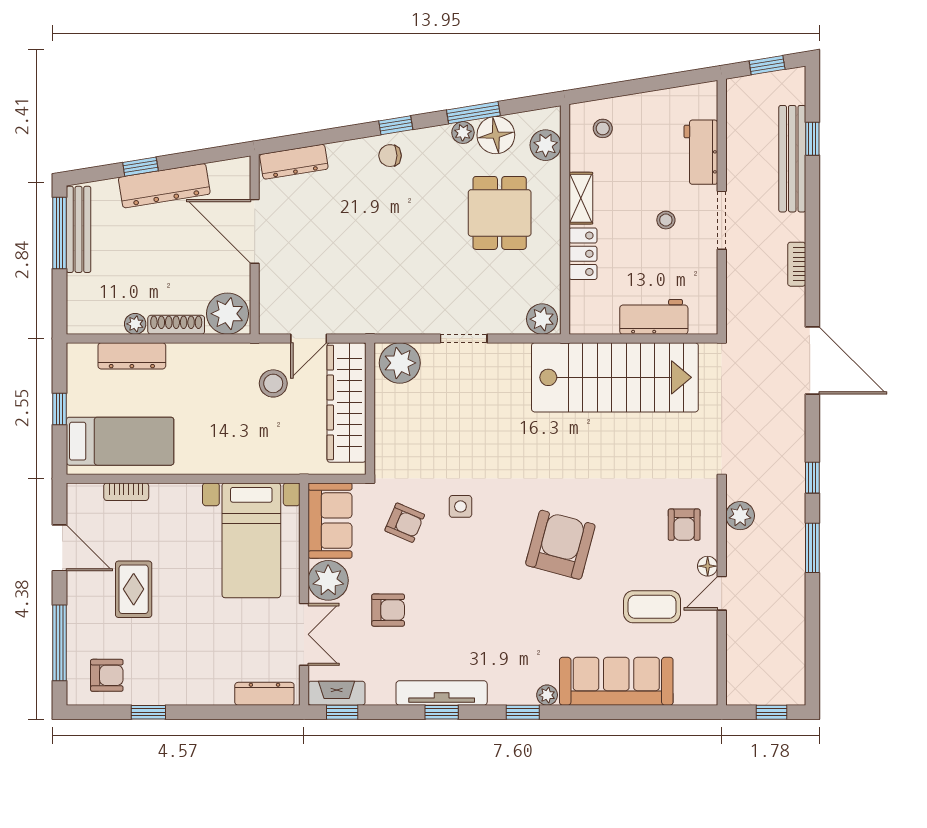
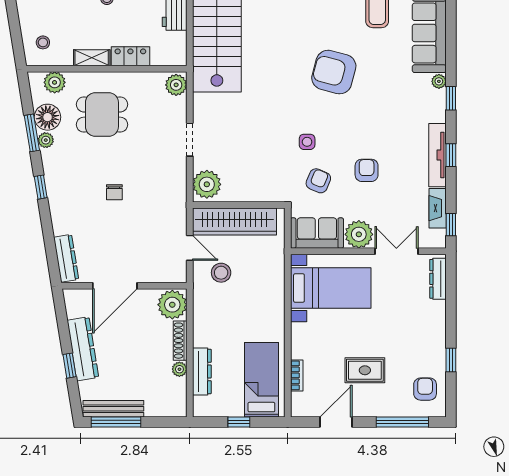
chair: (390, 156) -> (114, 192), moved
armchair: (388, 610) -> (367, 170), moved
fireplace: (337, 693) -> (438, 208), moved

